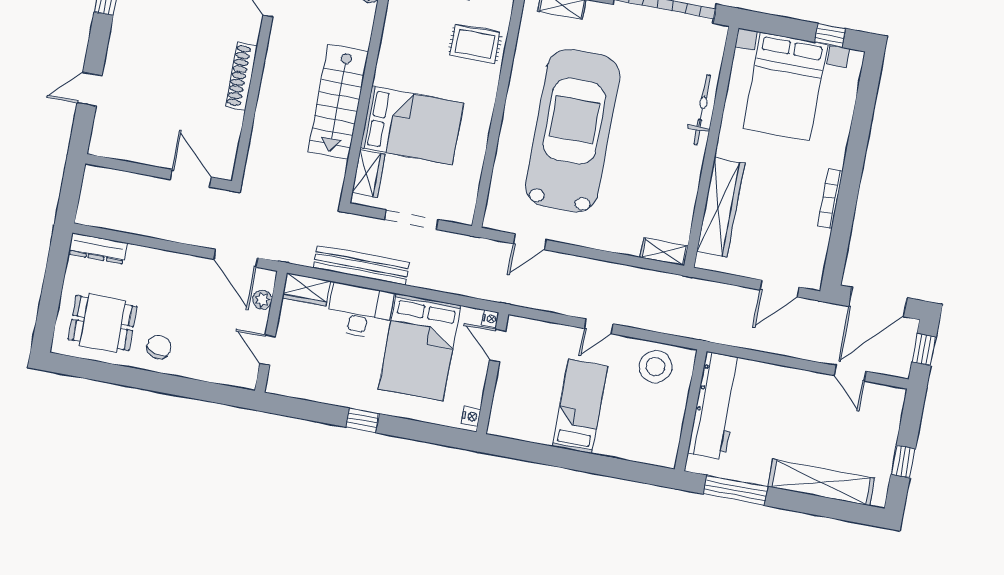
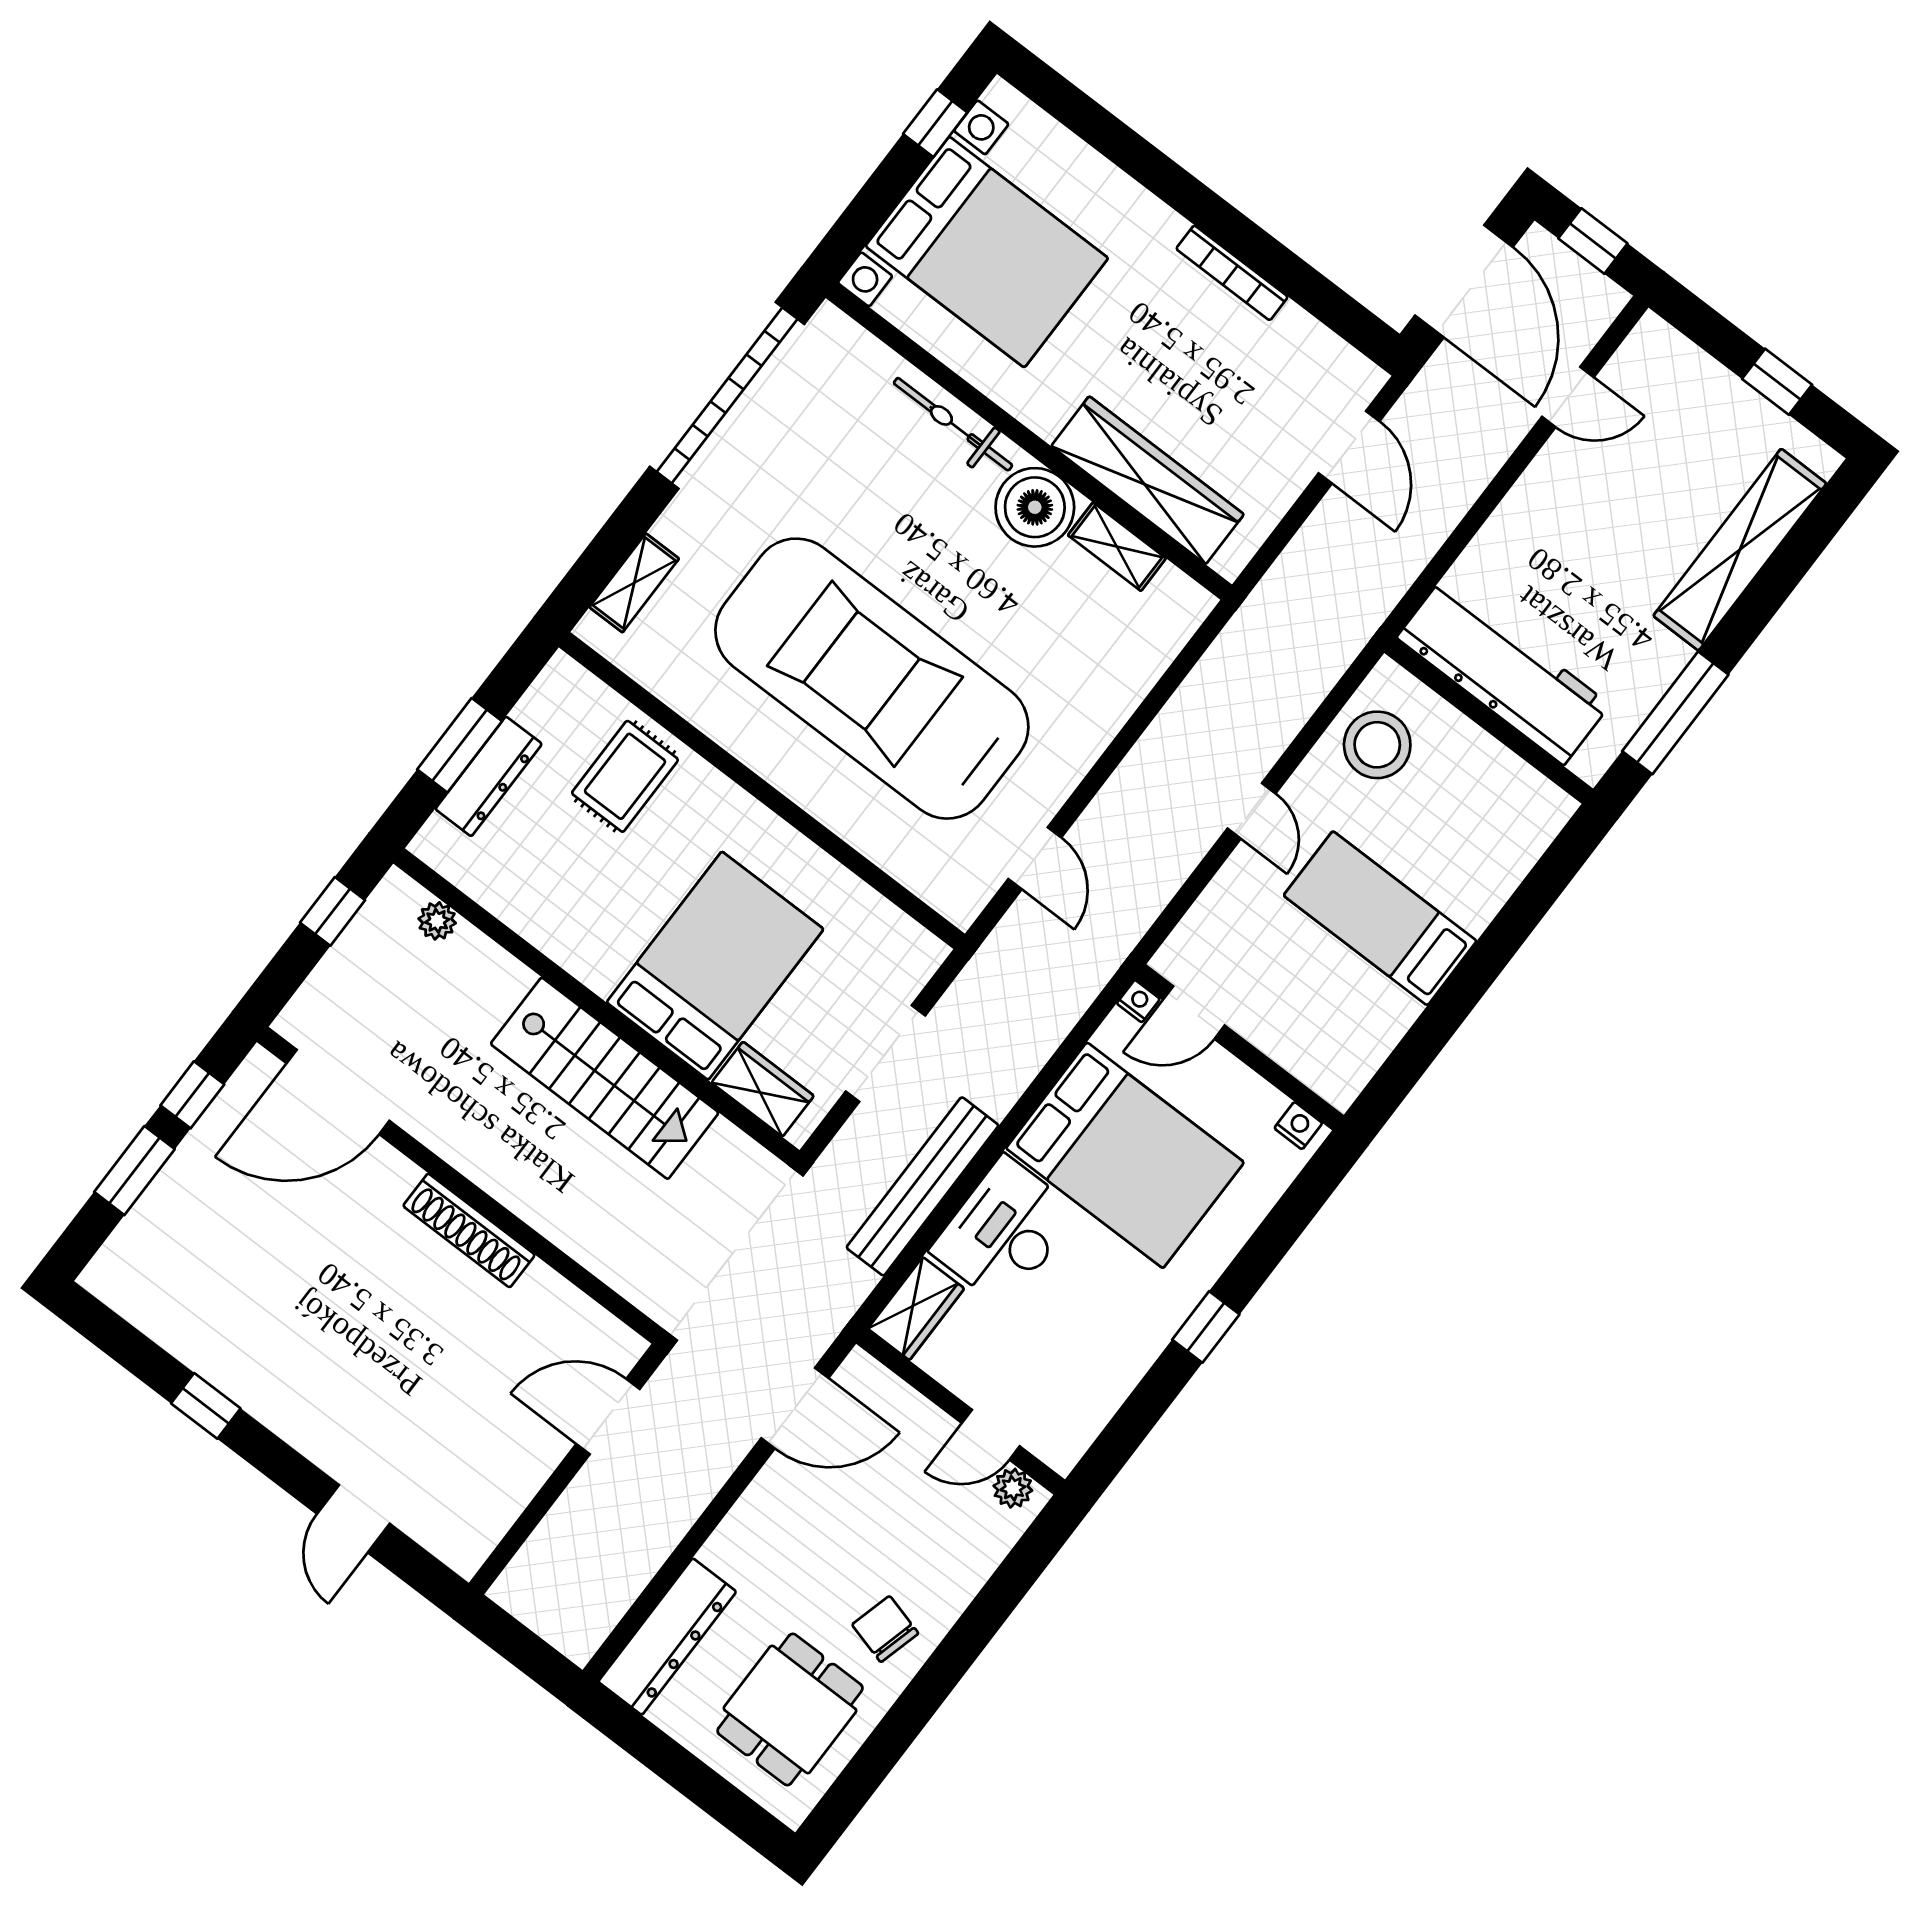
boiler: (684, 164) -> (1035, 507), added
dresser: (98, 248) -> (667, 1637), width x1.37, depth x1.24
shelving: (664, 252) -> (1117, 547), moved, turned 90
plant: (262, 300) -> (1013, 1488), moved

